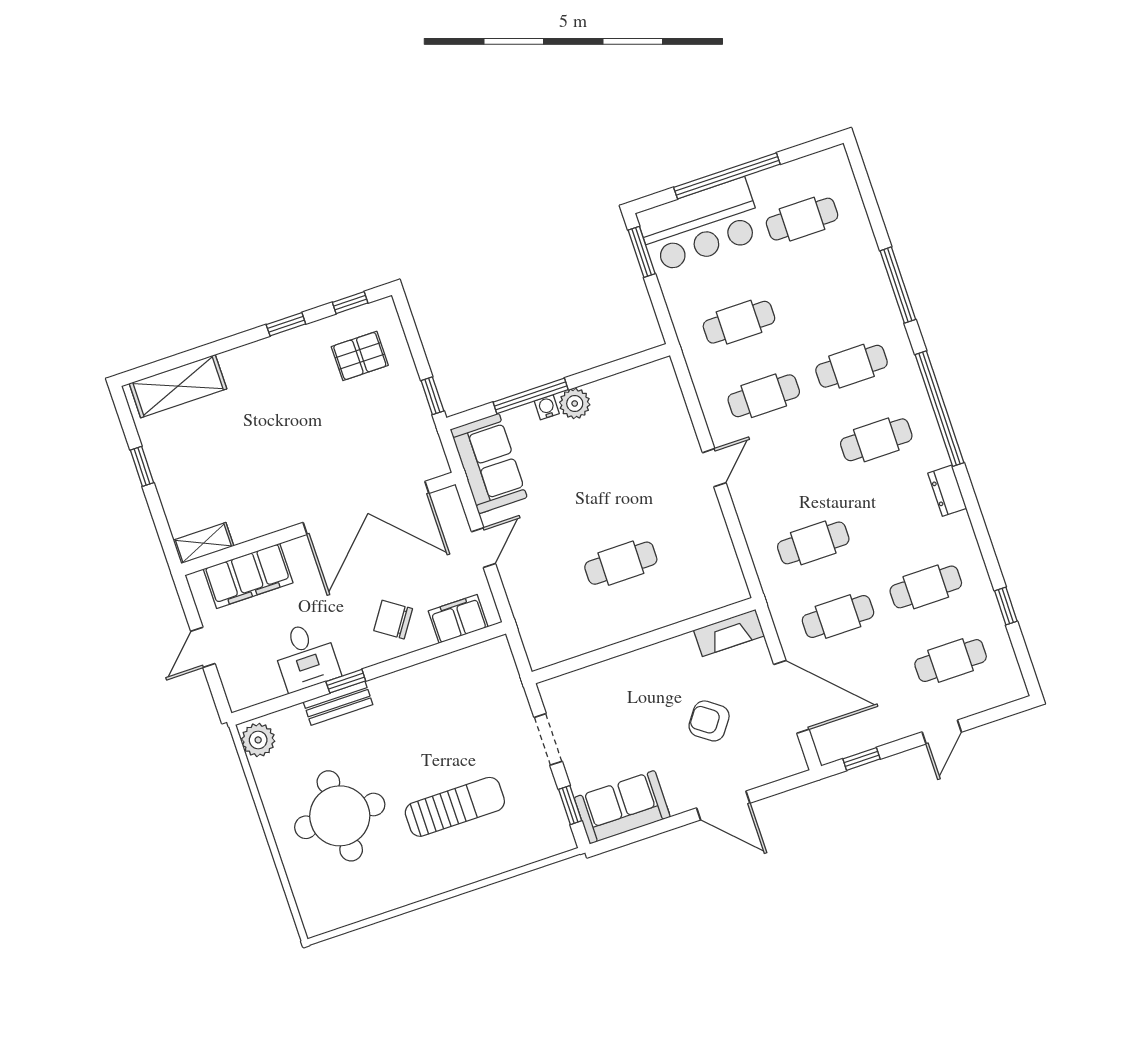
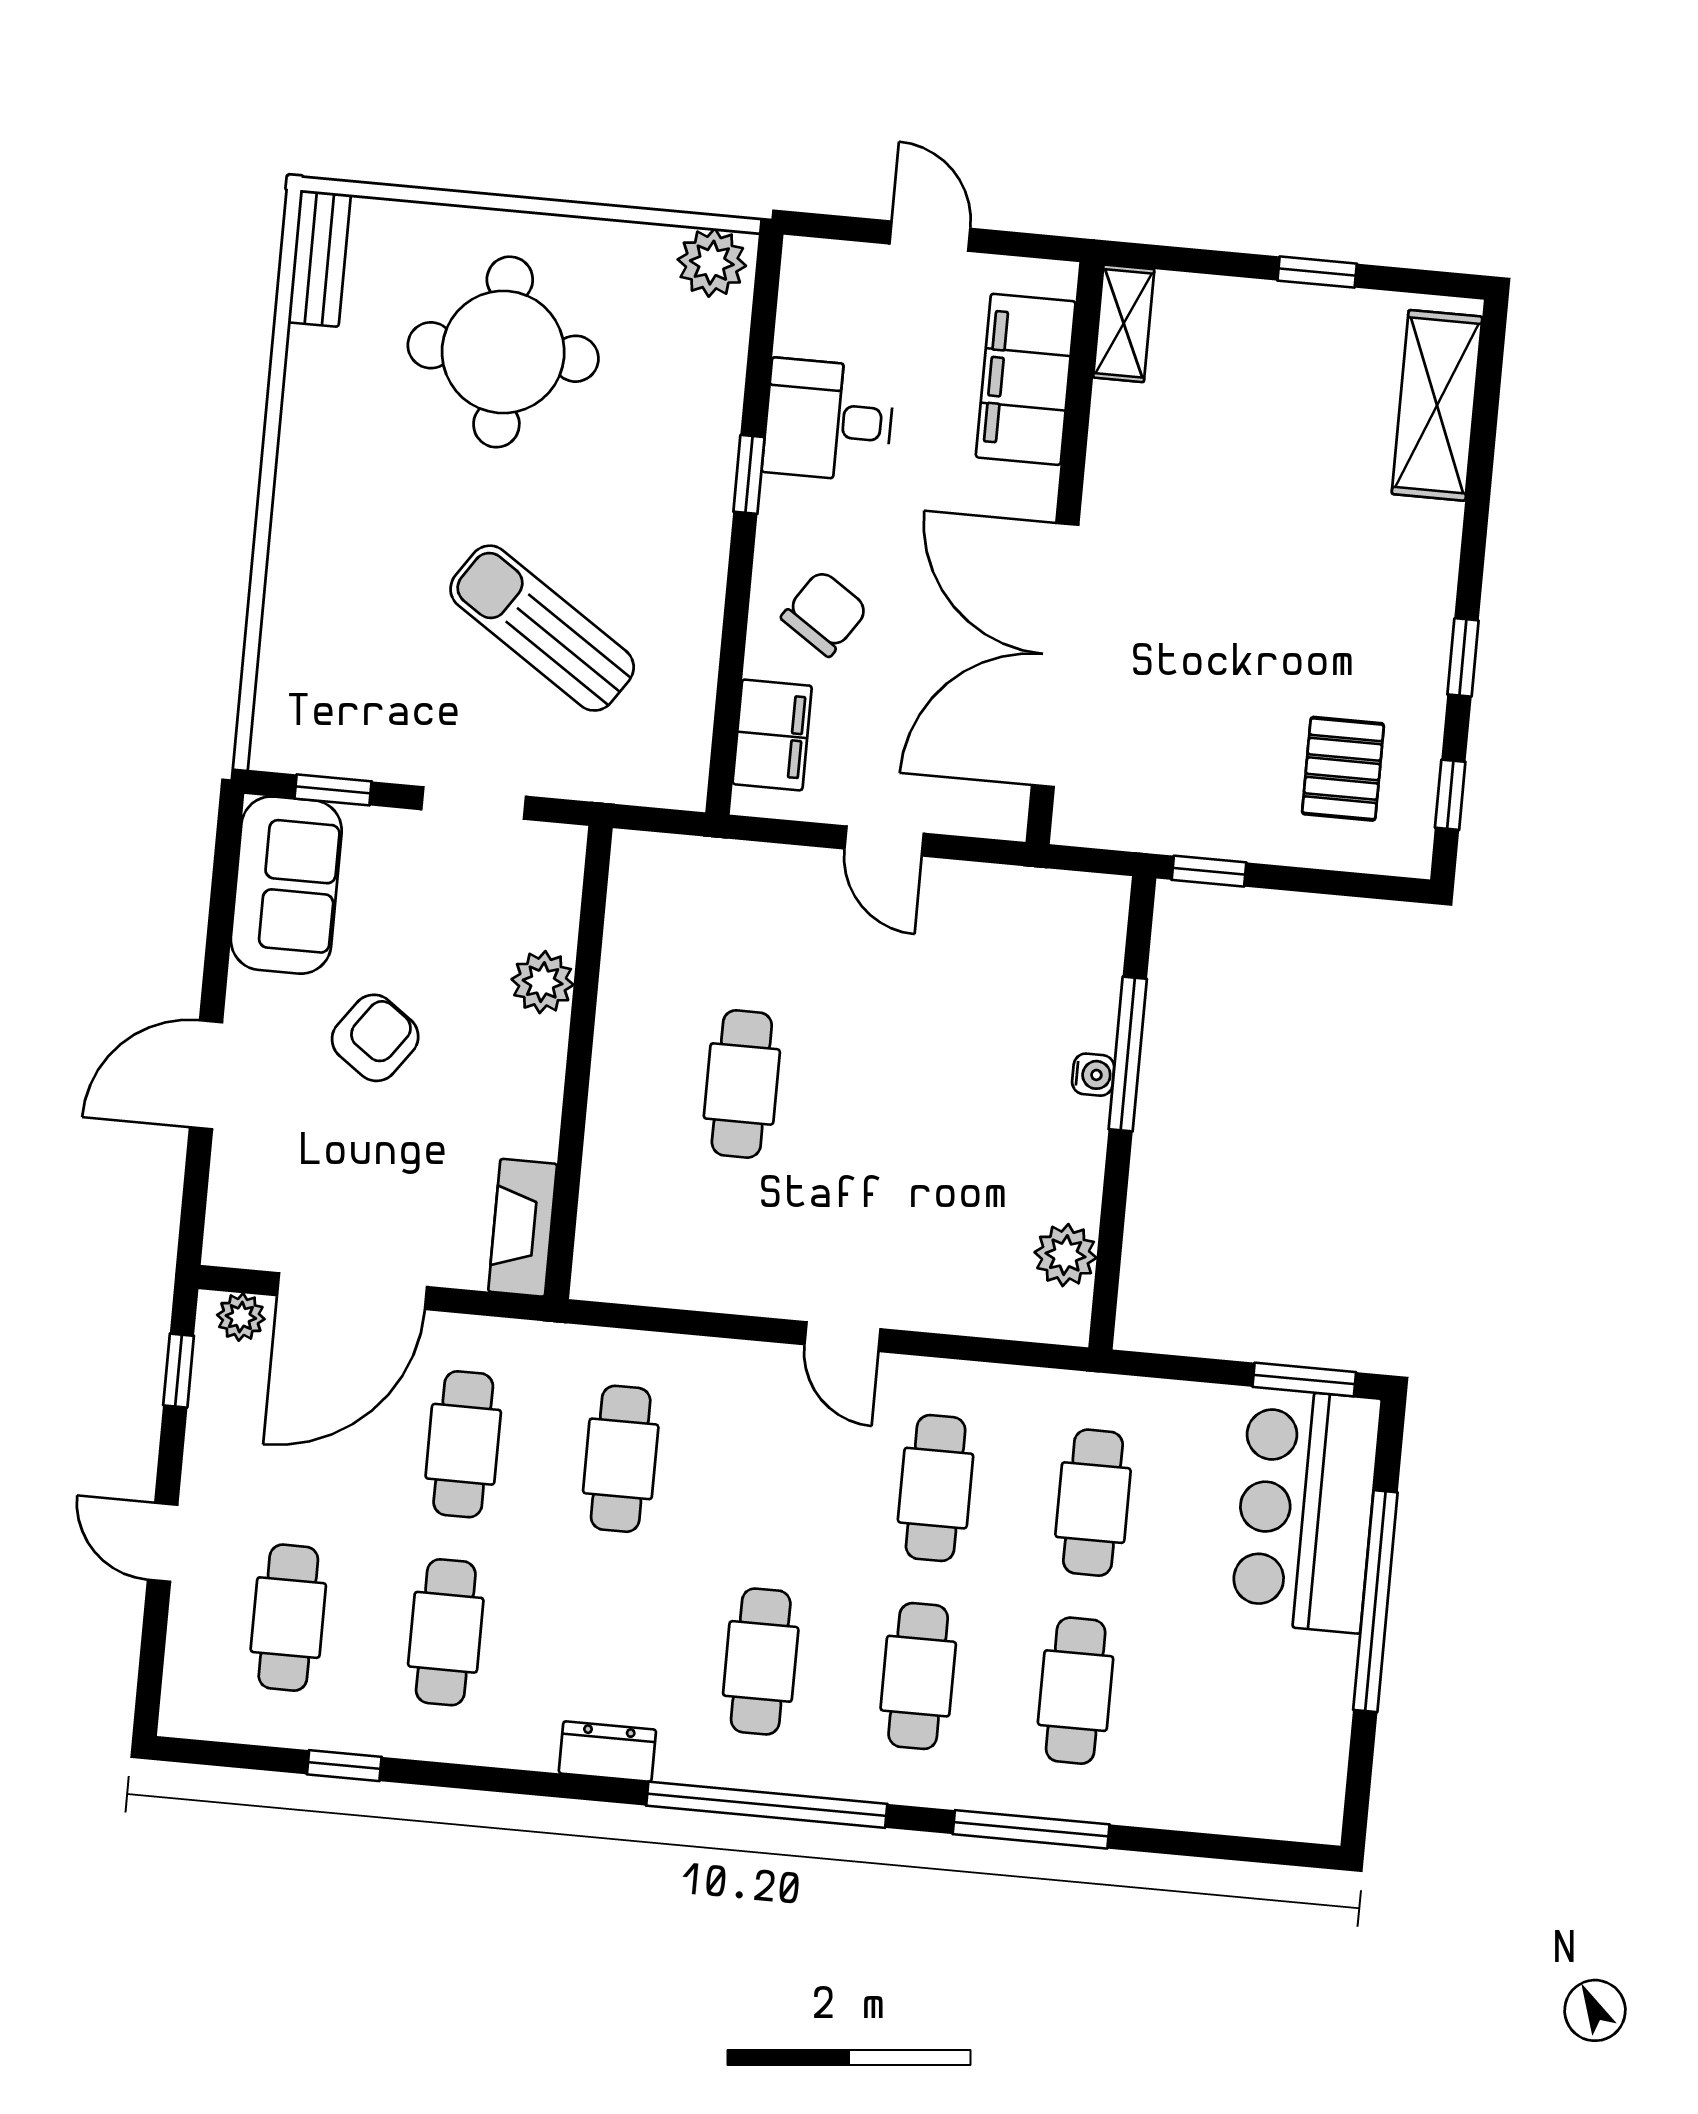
cafe table: (802, 219) -> (1076, 1691), moved
plant: (575, 404) -> (1066, 1255), moved
sofa: (489, 463) -> (1037, 920), removed
plant: (615, 673) -> (543, 982), added
bench: (338, 703) -> (319, 258), moved
armchair: (709, 721) -> (375, 1038), moved
plant: (825, 742) -> (241, 1317), added
sun lounger: (455, 807) -> (542, 628), moved, turned 124

